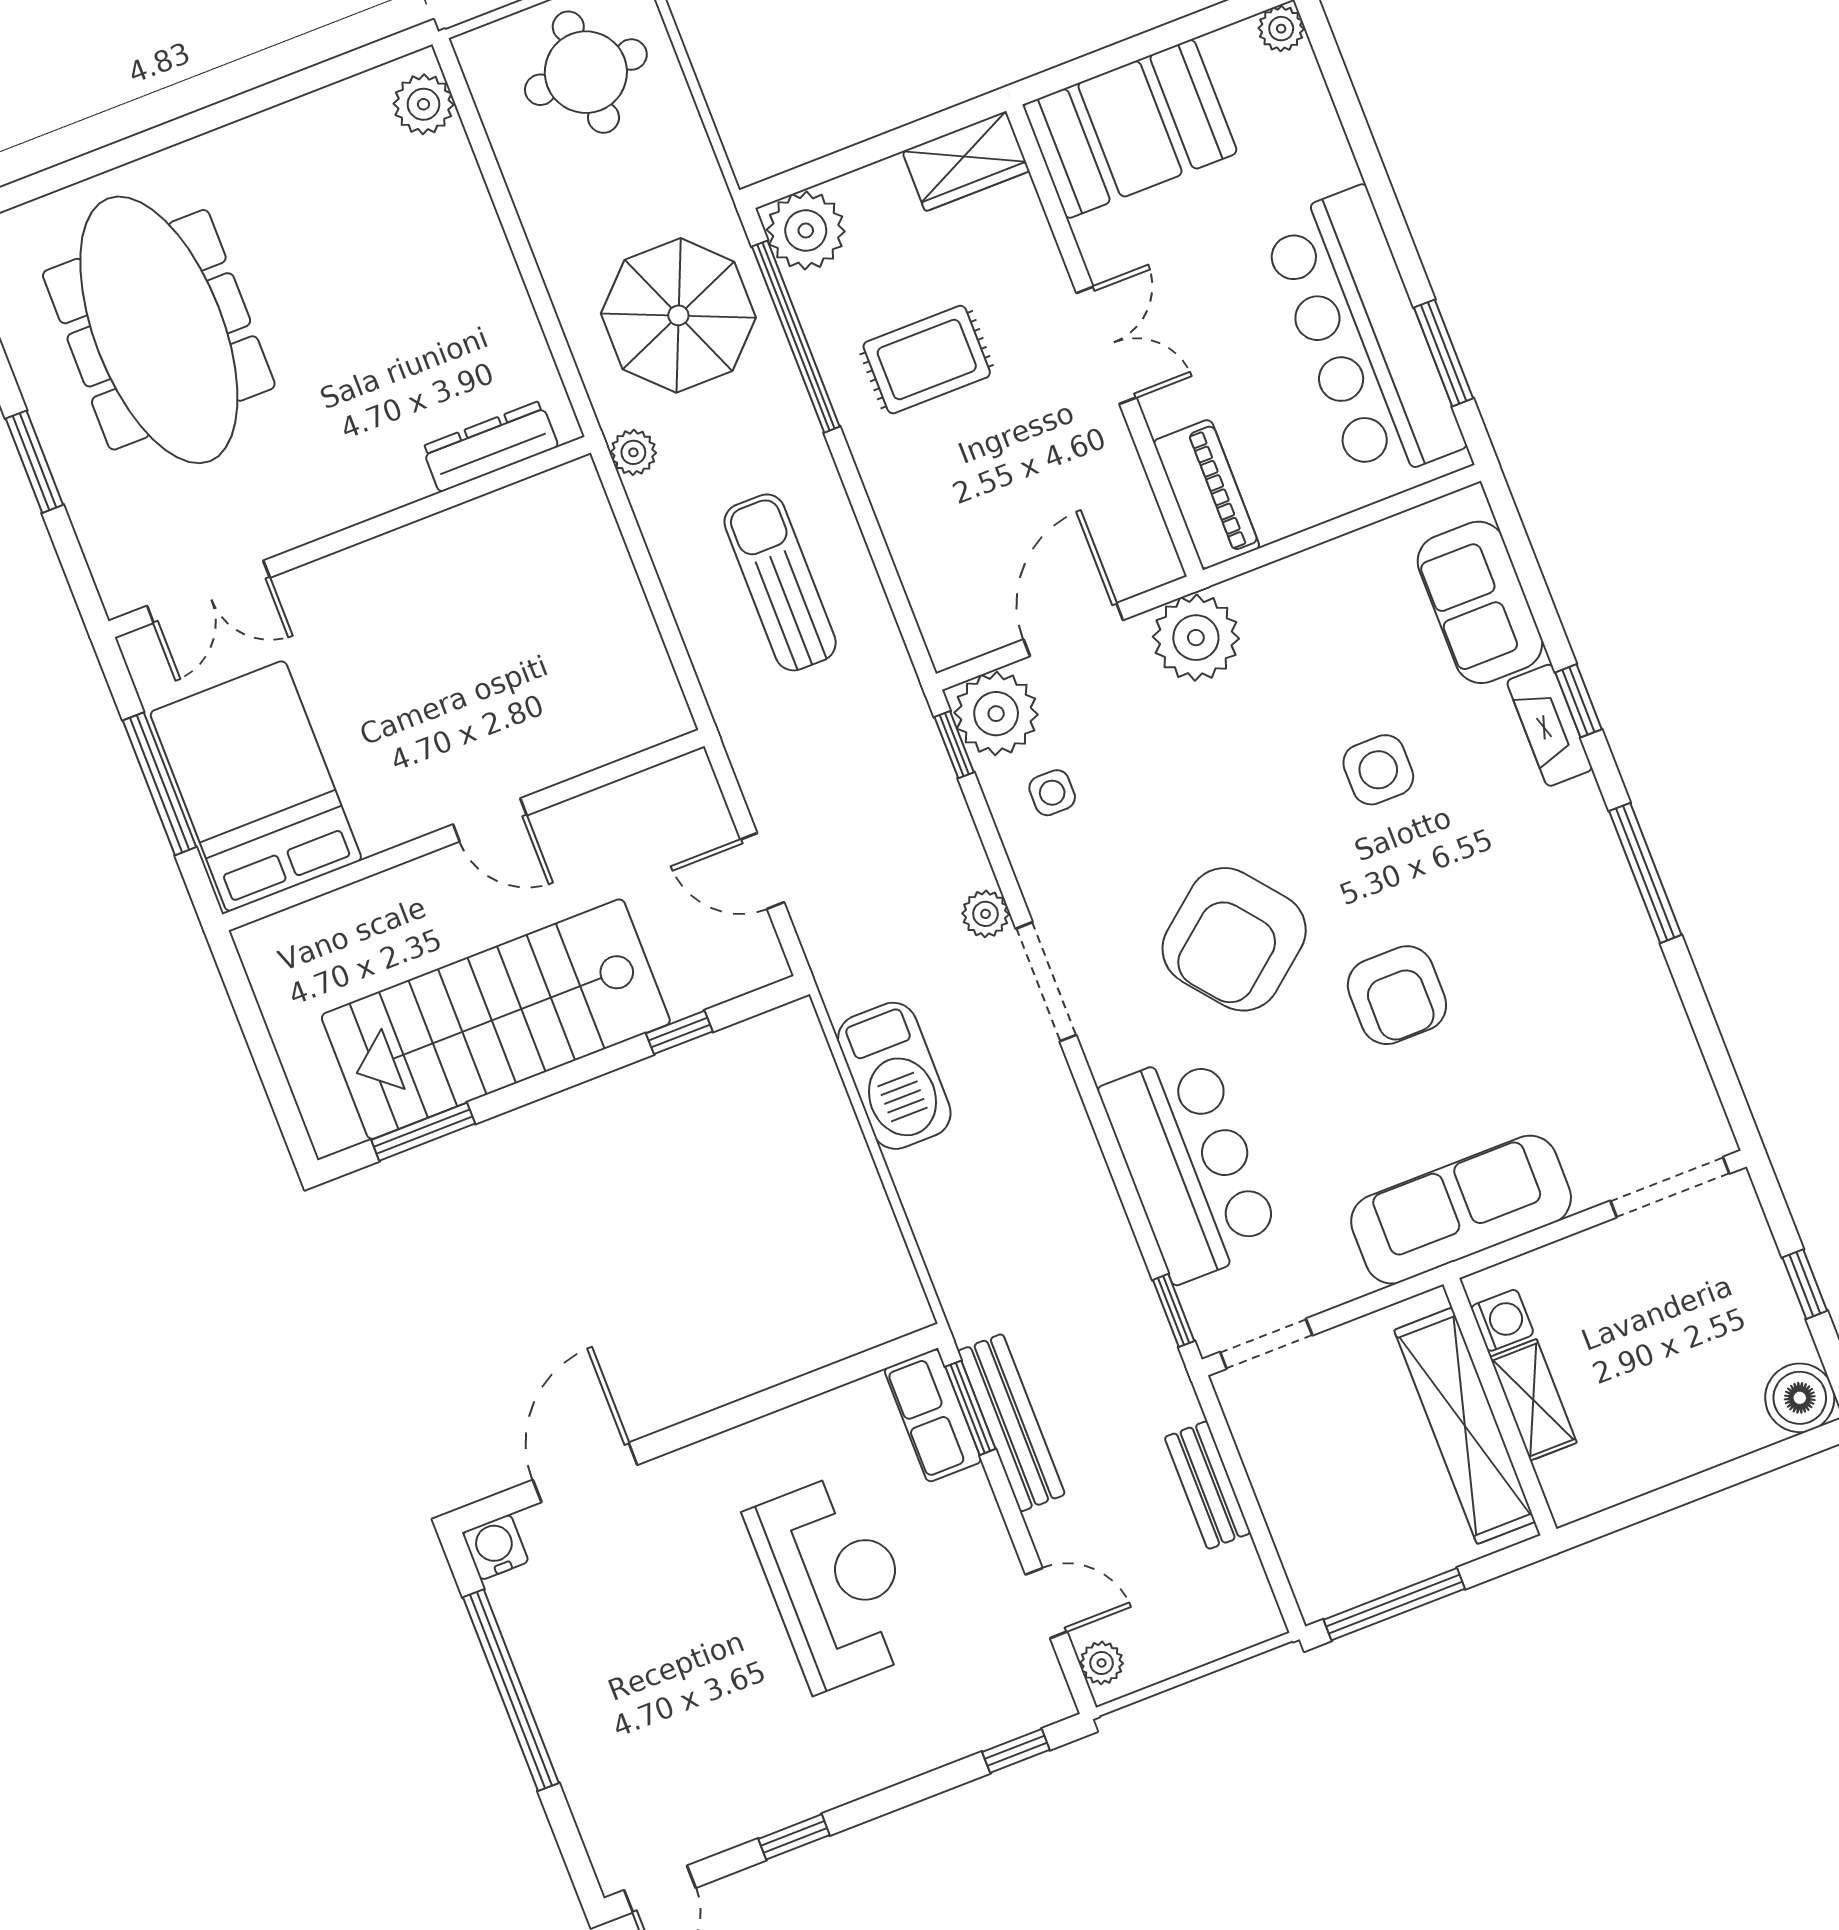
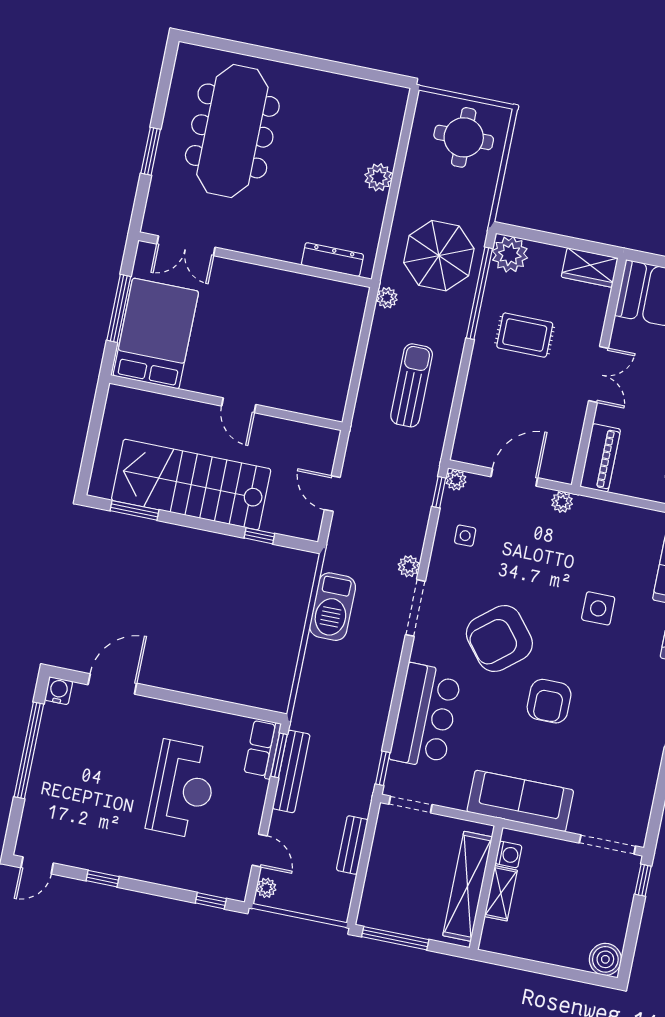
plant: (424, 104) -> (378, 177), moved
plant: (1196, 638) -> (562, 502), width x0.53, depth x0.53
plant: (996, 714) -> (456, 480), width x0.53, depth x0.53
window: (1805, 1284) -> (643, 880), moved

